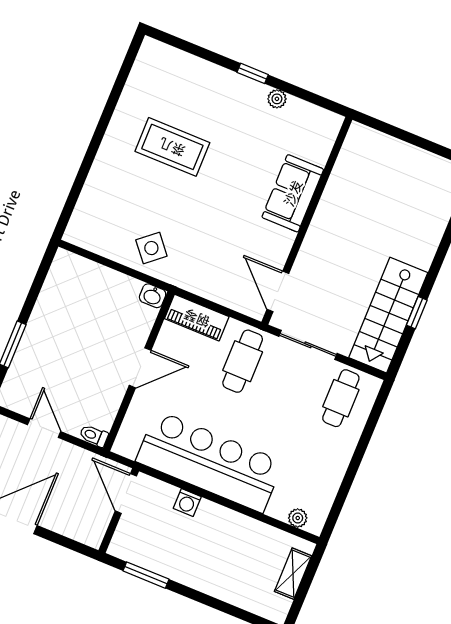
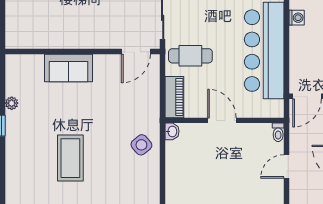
washing machine: (187, 503) -> (297, 18), moved

